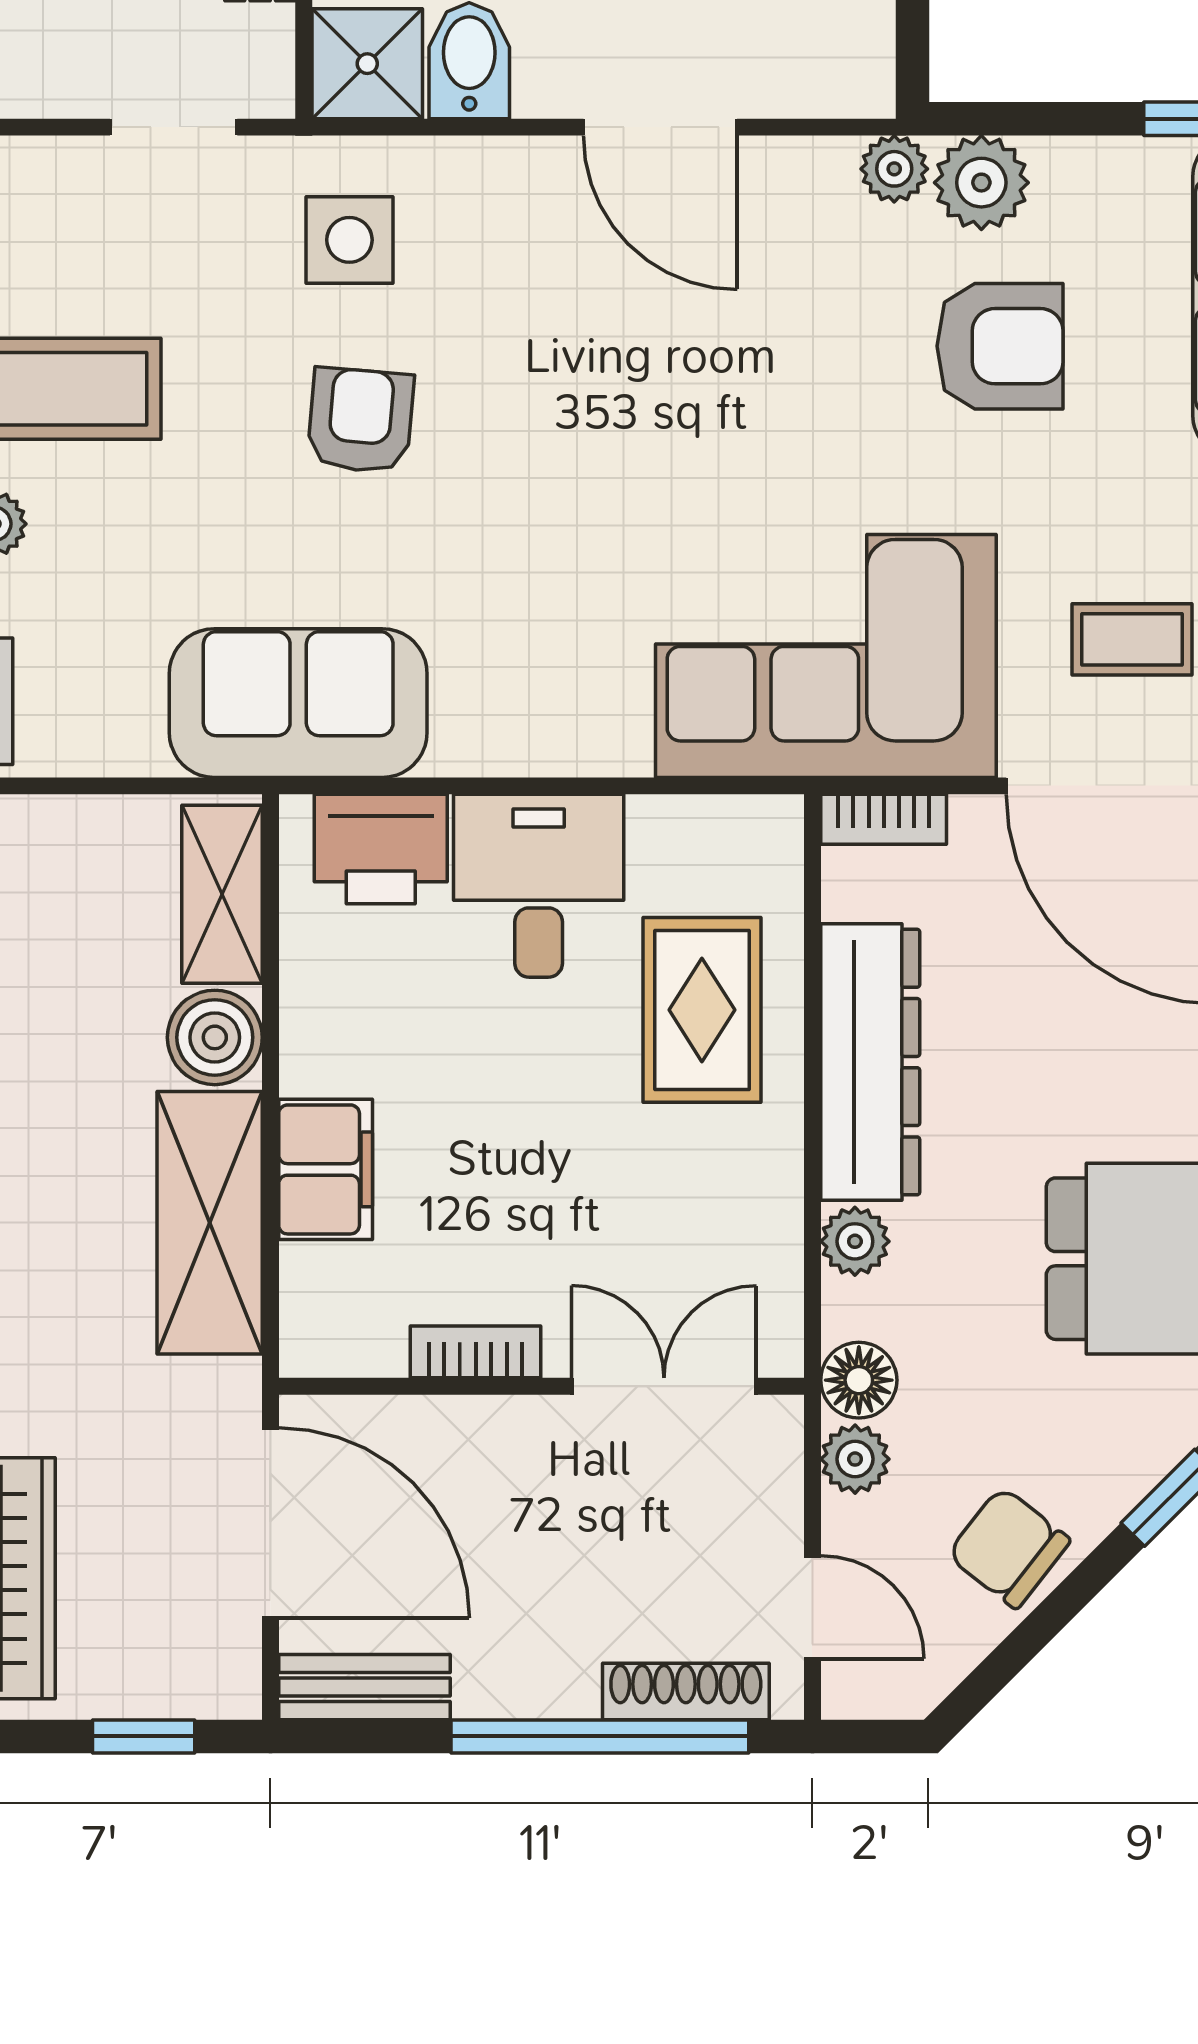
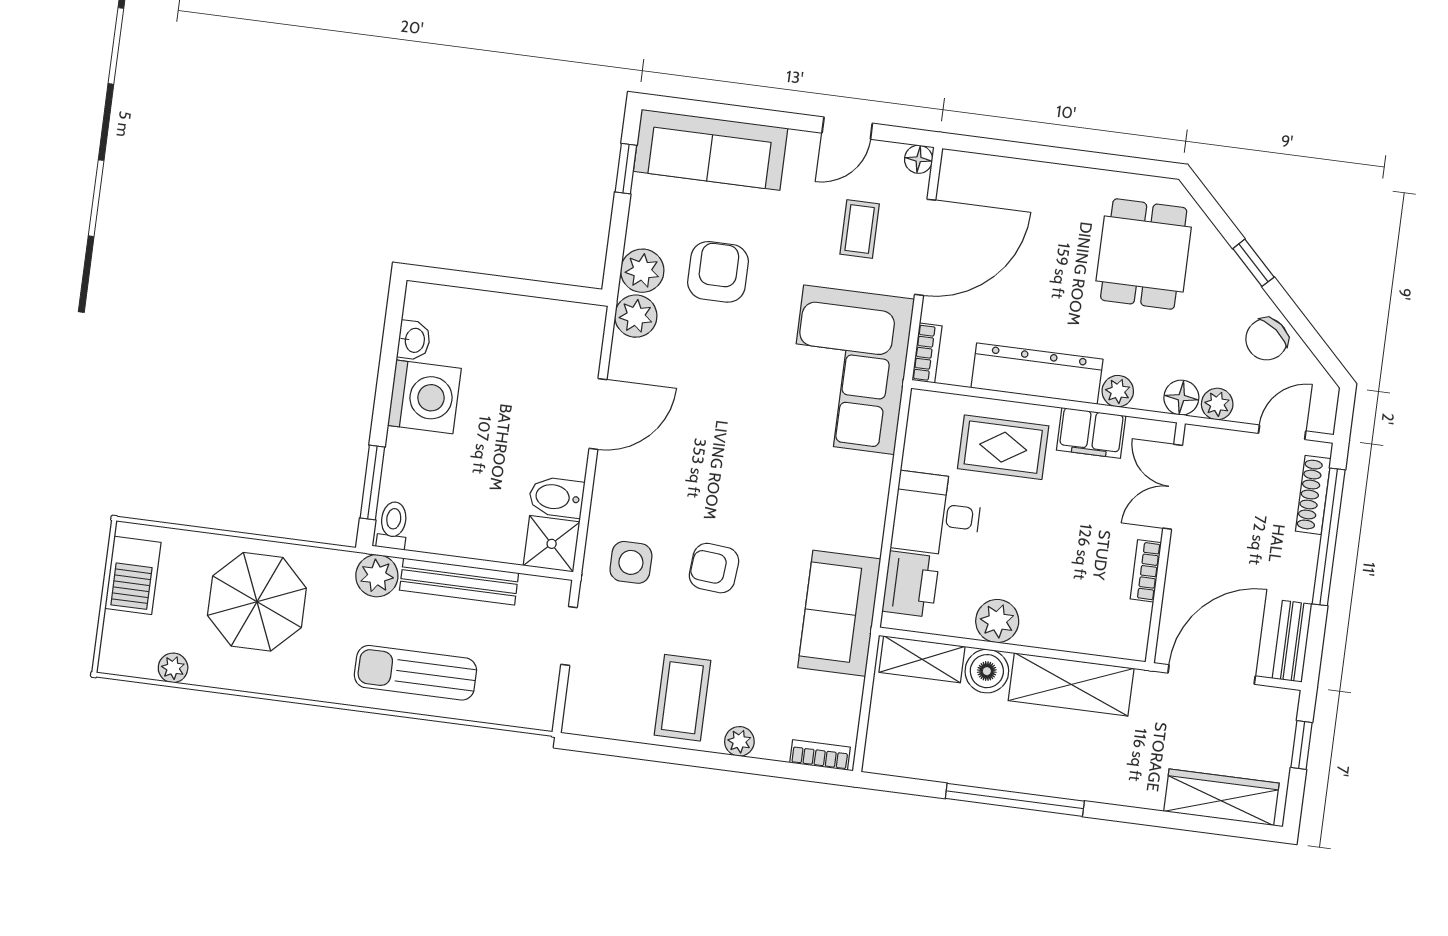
plant: (894, 169) -> (636, 316), width x1.38, depth x1.38
plant: (326, 1046) -> (997, 621), added
filing cabinet: (326, 1169) -> (1091, 433), moved, turned 180

